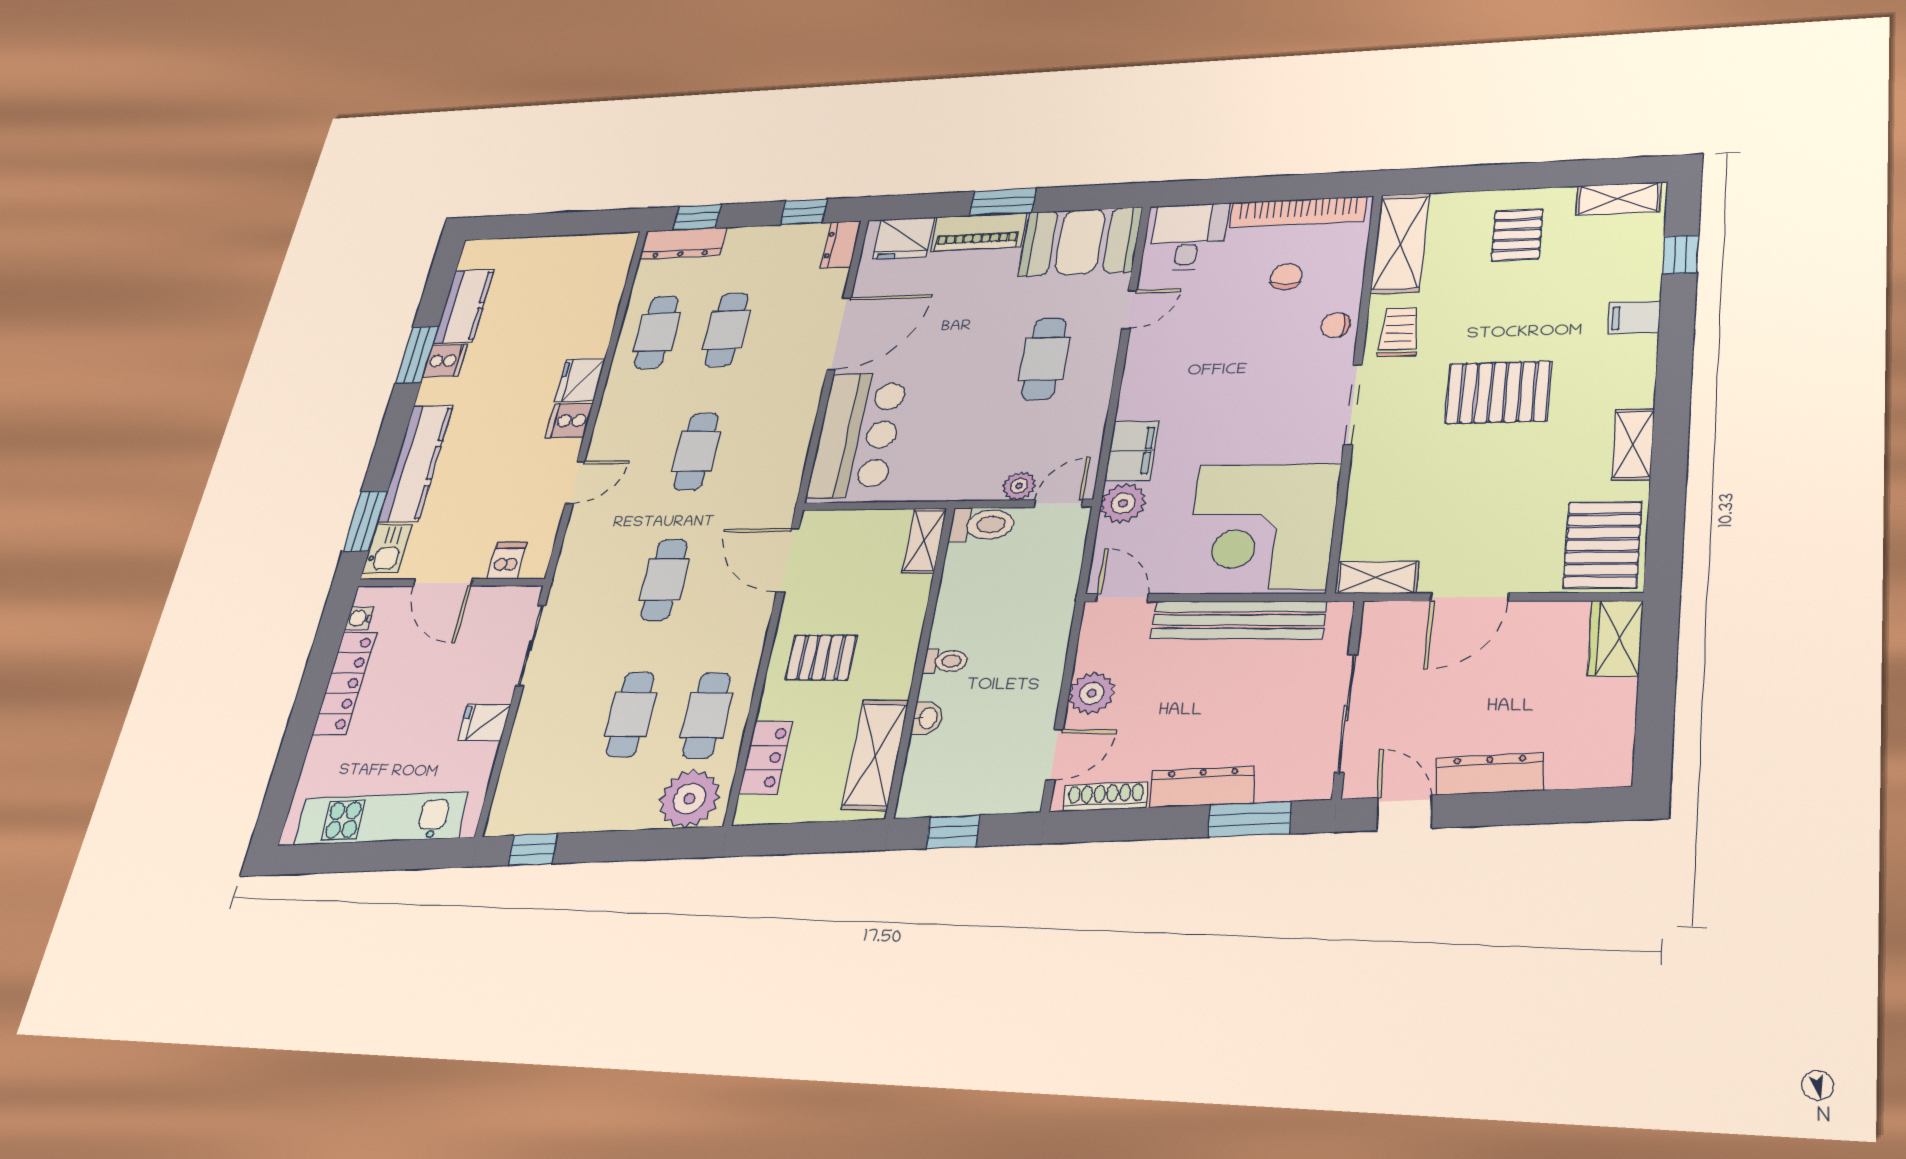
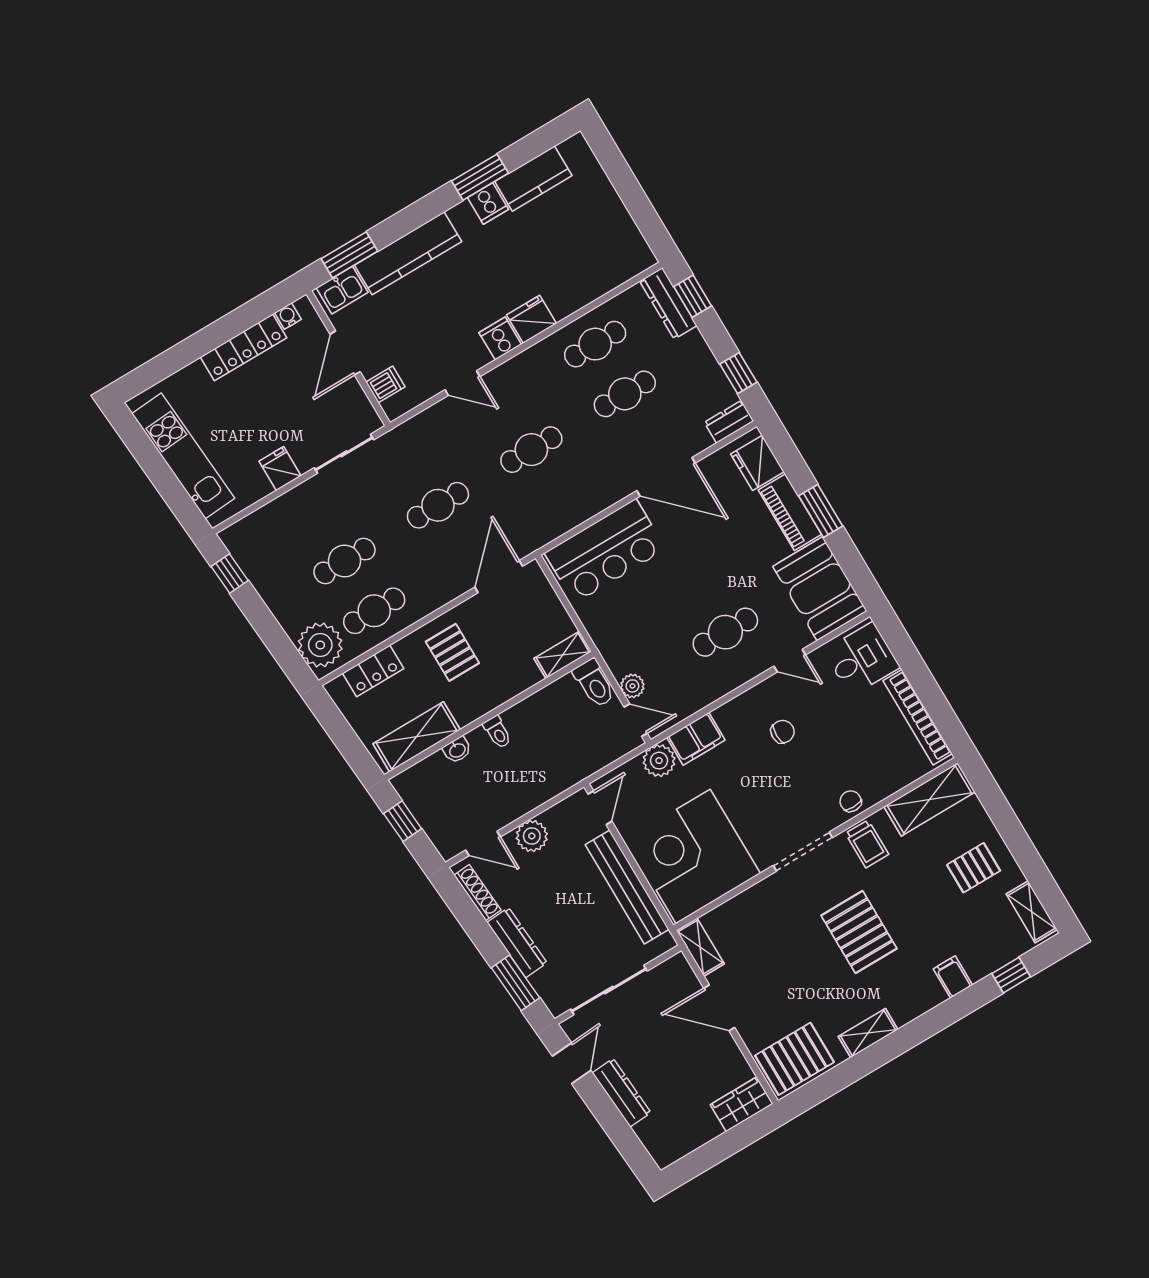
chair: (1286, 277) -> (783, 732), moved
trolley: (1399, 332) -> (867, 844), turned 90

